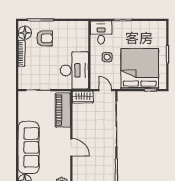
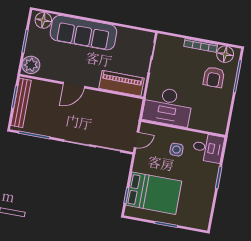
bed: (140, 69) -> (154, 193), width x0.73
wardrobe: (83, 97) -> (133, 111), removed

